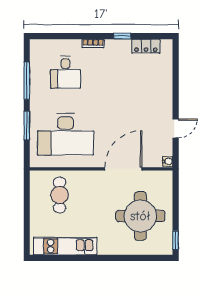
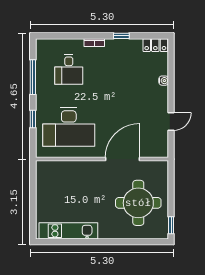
locker: (146, 46) -> (155, 45), moved
window: (27, 126) -> (33, 119), width x0.67
water cooler: (168, 161) -> (164, 81), moved
cafe table: (60, 195) -> (63, 183), removed

